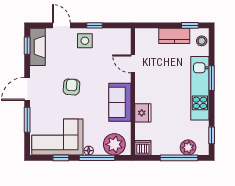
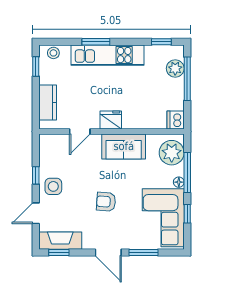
kitchen counter: (174, 36) -> (48, 103), moved
fridge: (143, 113) -> (111, 120), moved

